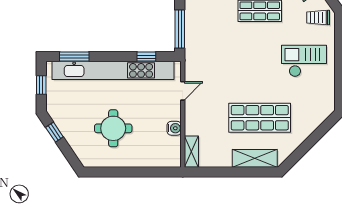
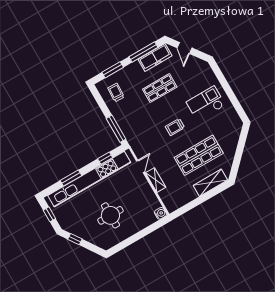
trolley: (318, 18) -> (175, 127), moved
window: (74, 57) -> (71, 178), moved
water cooler: (174, 128) -> (160, 213), moved
shelving: (191, 152) -> (156, 180), moved

